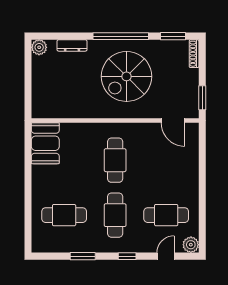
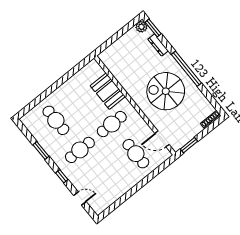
window: (173, 36) -> (153, 28), moved
door: (173, 121) -> (162, 139), hinge flipped
booth: (45, 143) -> (108, 91), moved, turned 90
cafe table: (166, 215) -> (136, 154), moved
plant: (191, 245) -> (98, 208), removed

